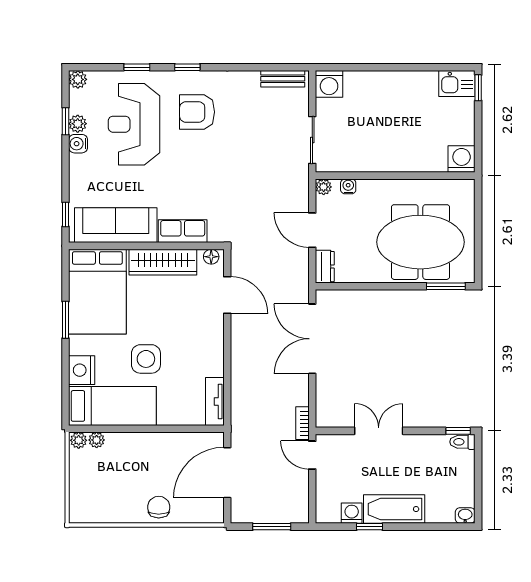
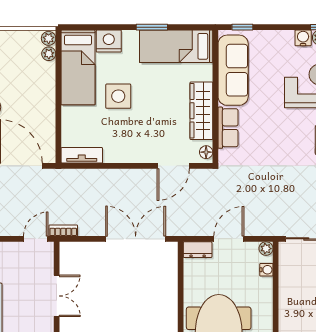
bed: (97, 292) -> (176, 46), width x0.67

